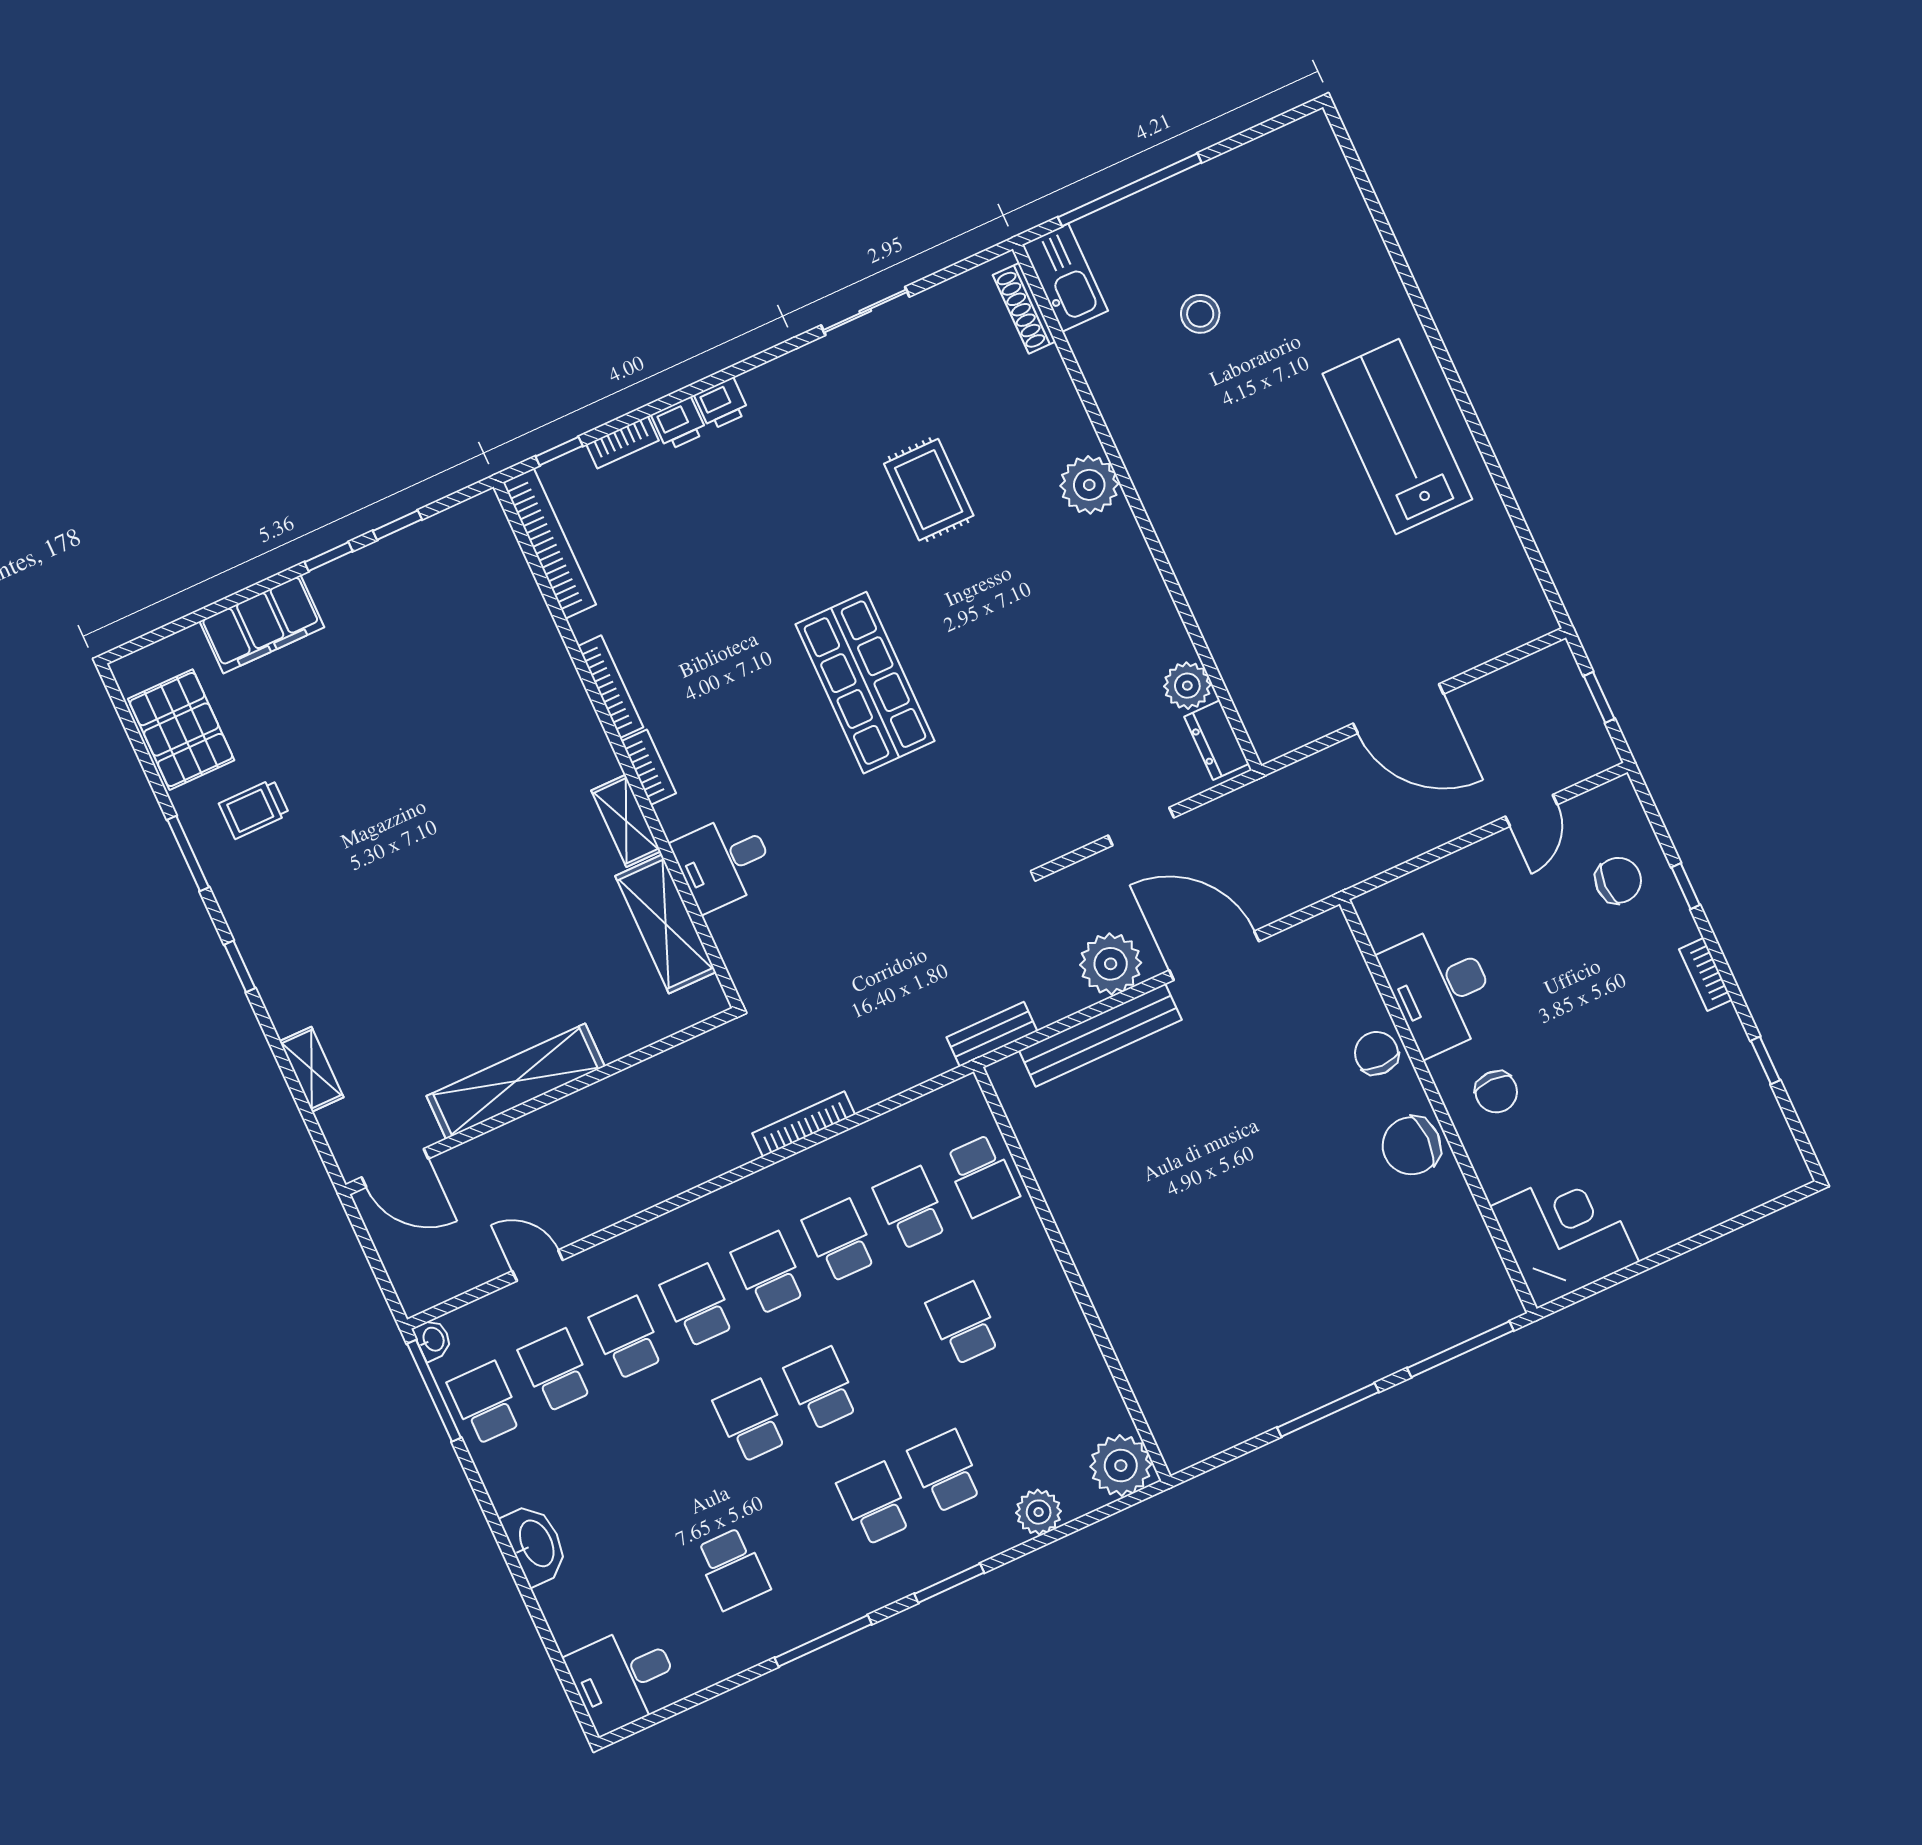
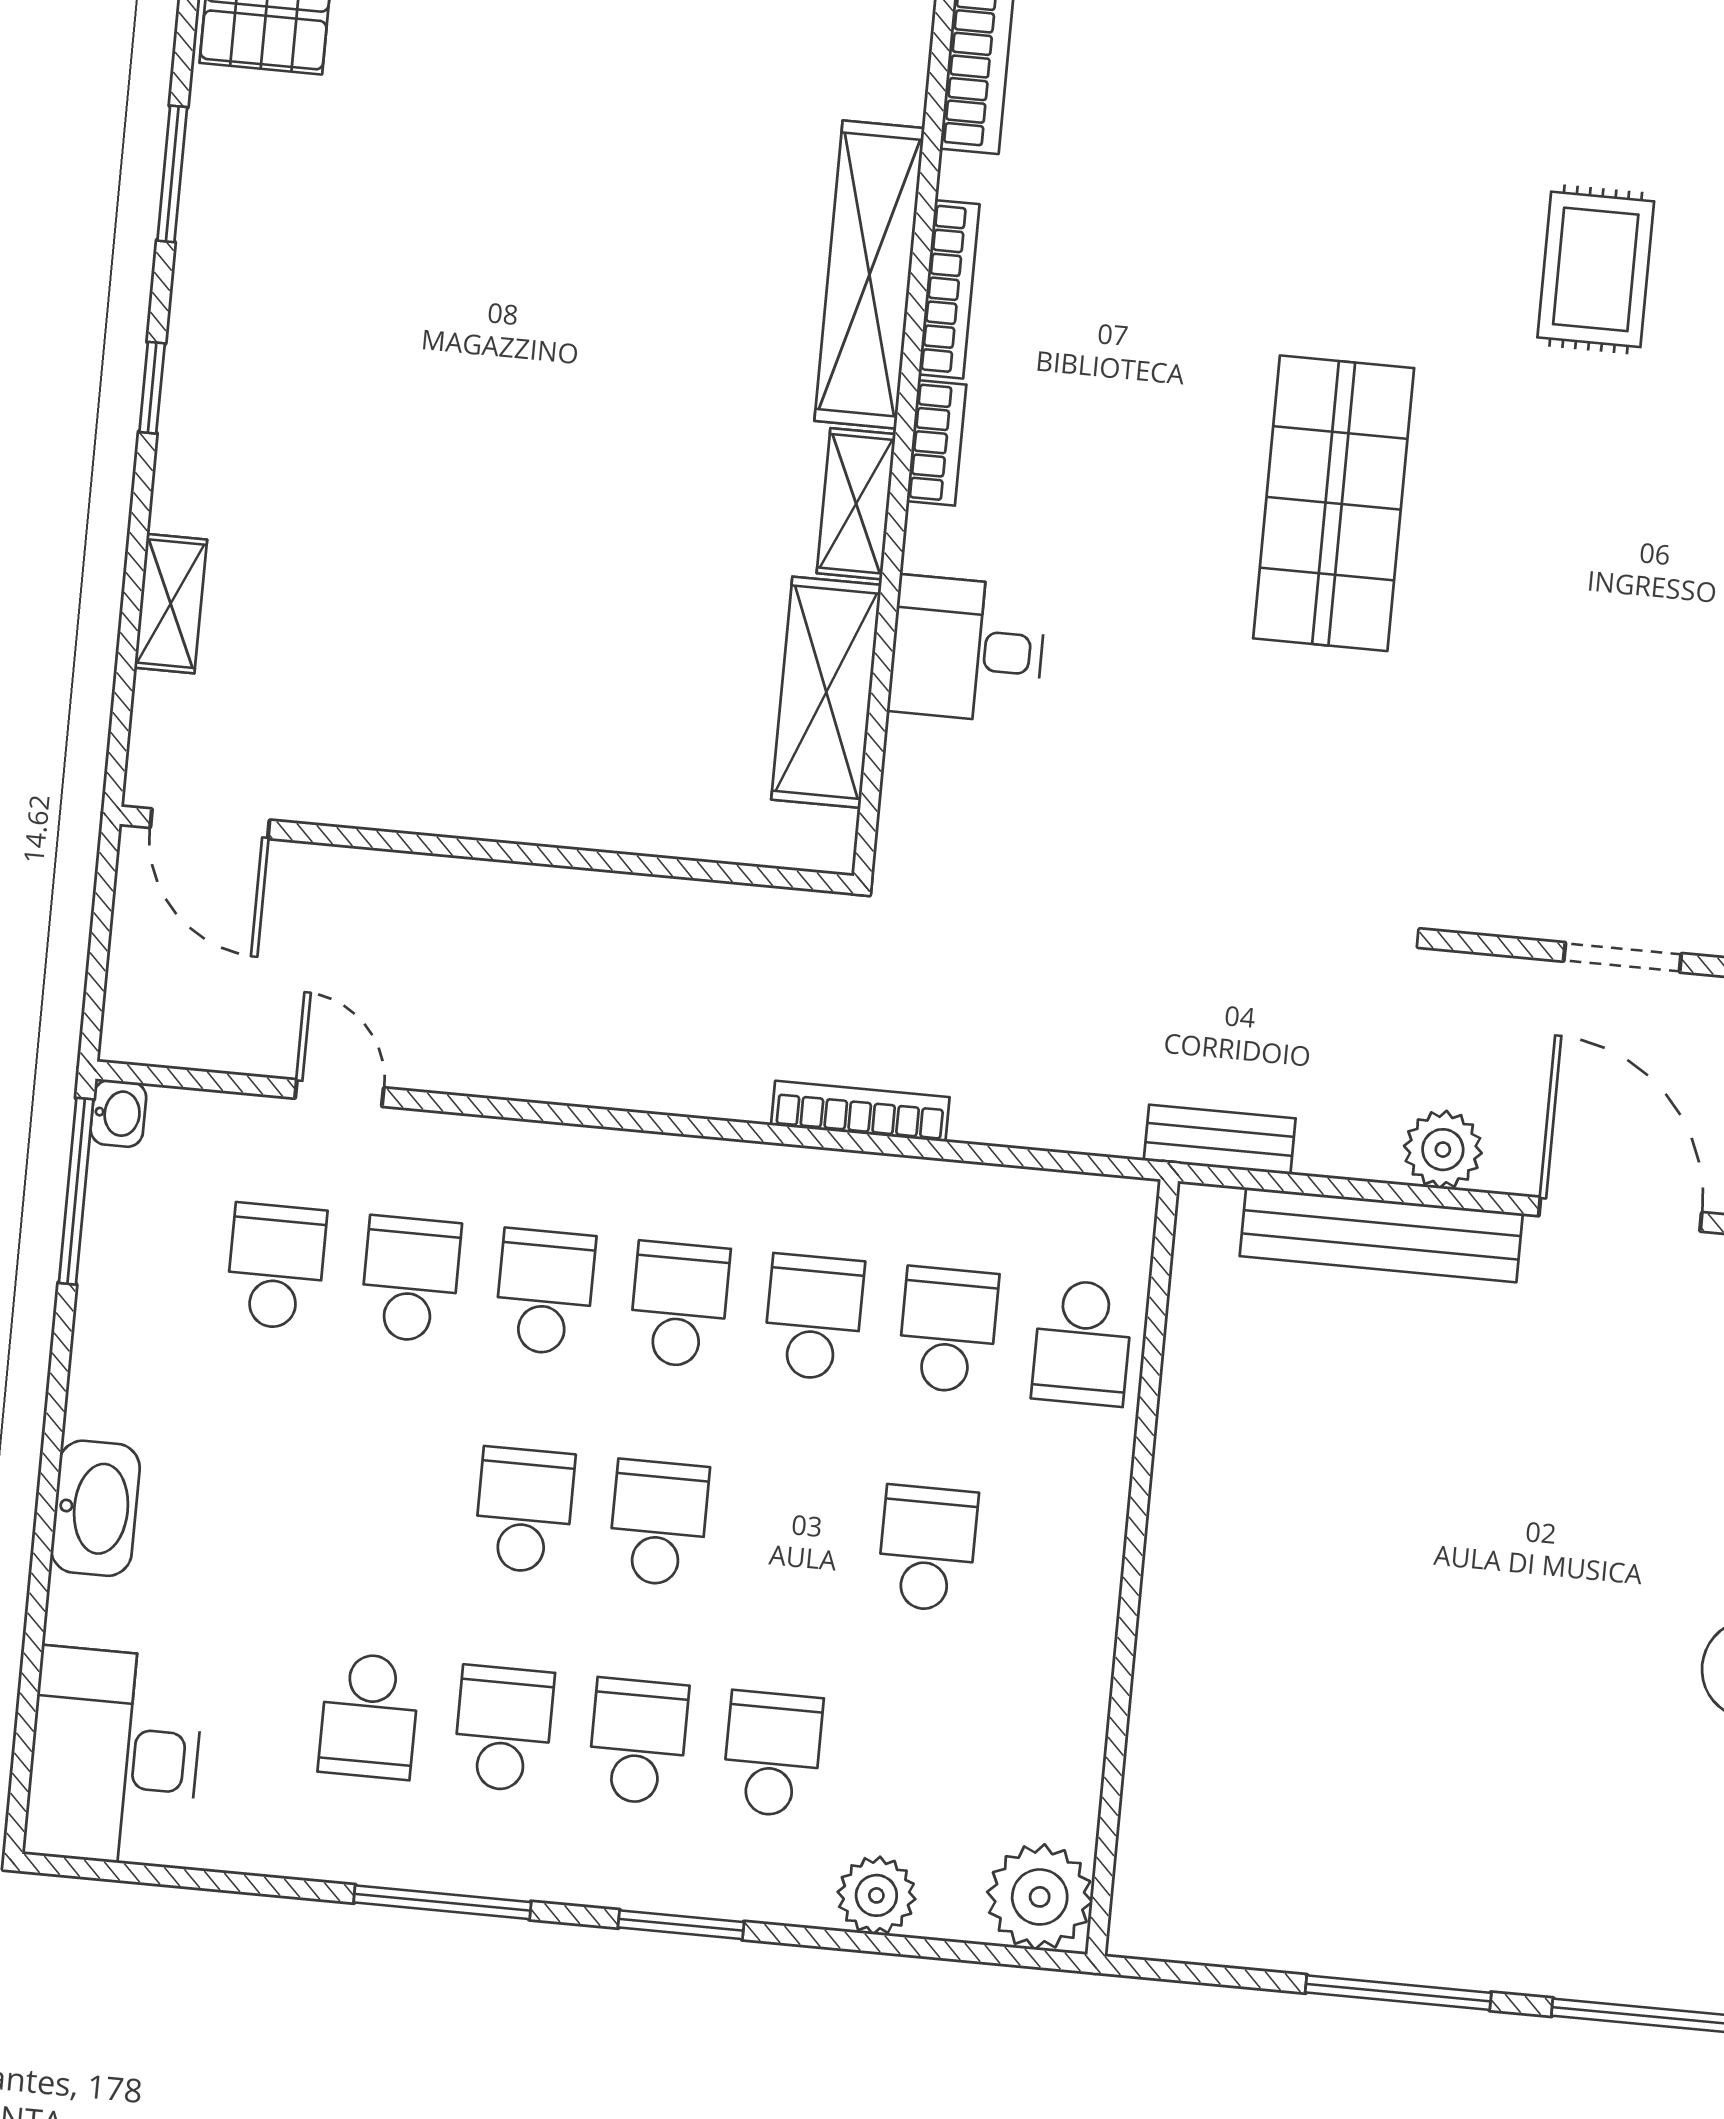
trolley: (254, 809) -> (310, 164), removed
plant: (1111, 964) -> (1443, 1150), width x0.73, depth x0.73
shelving: (516, 1081) -> (869, 274), moved, turned 90
school desk: (485, 1403) -> (504, 1729), moved
desk: (624, 1678) -> (114, 1757), width x1.37

